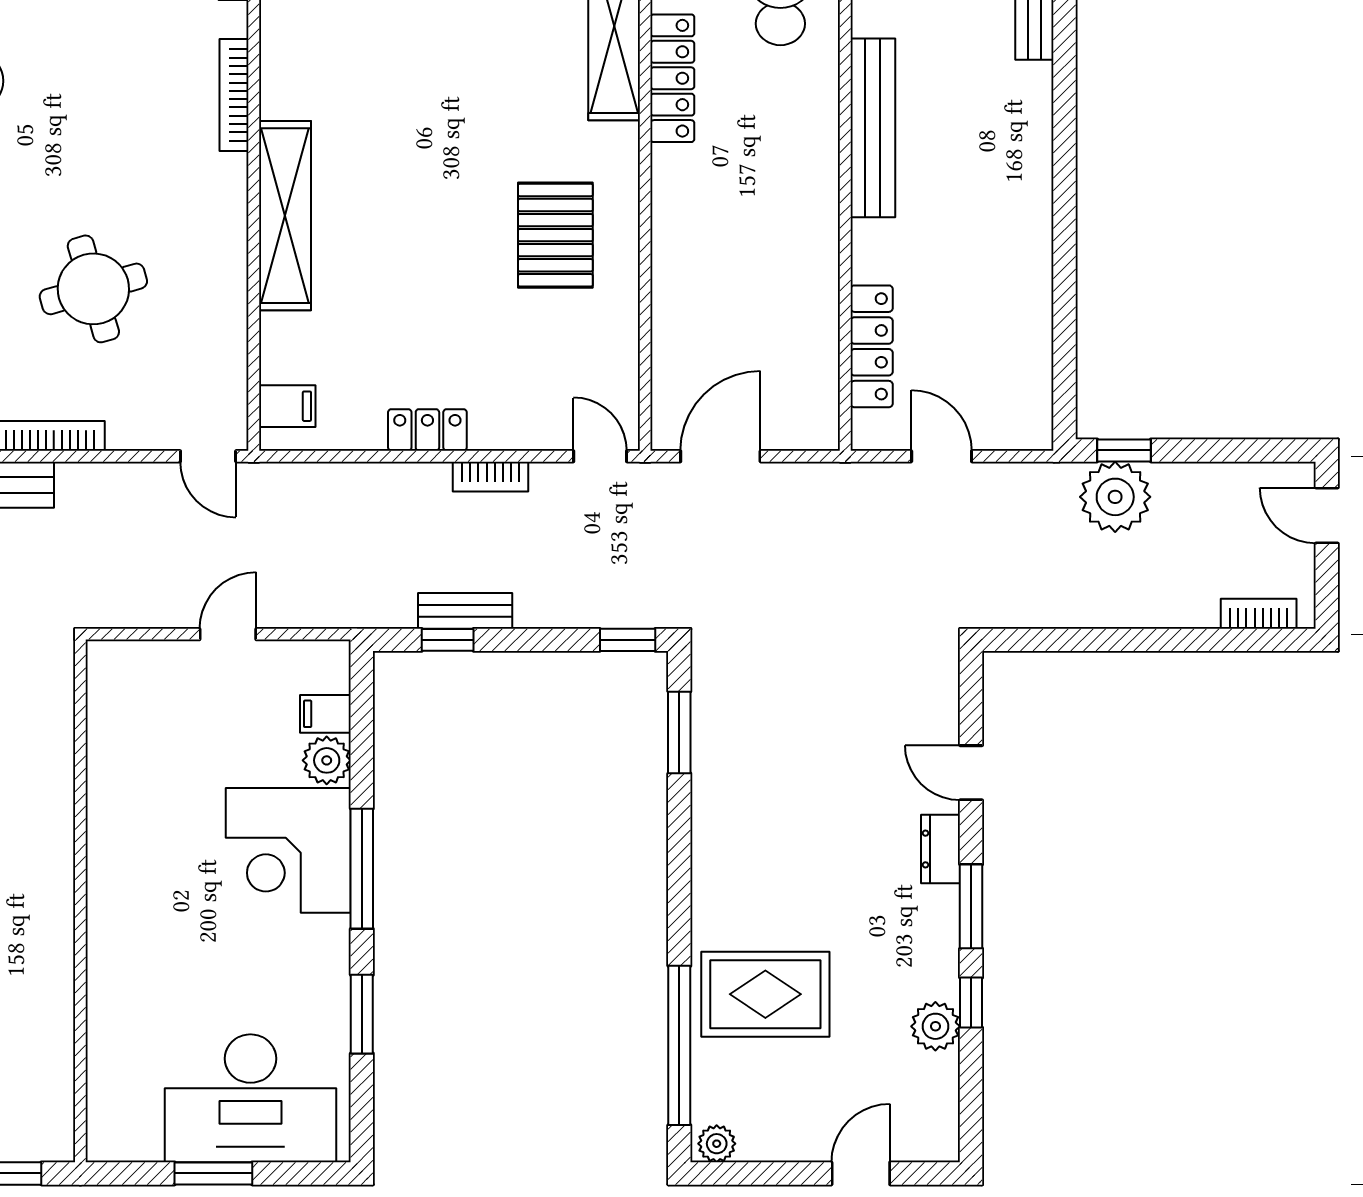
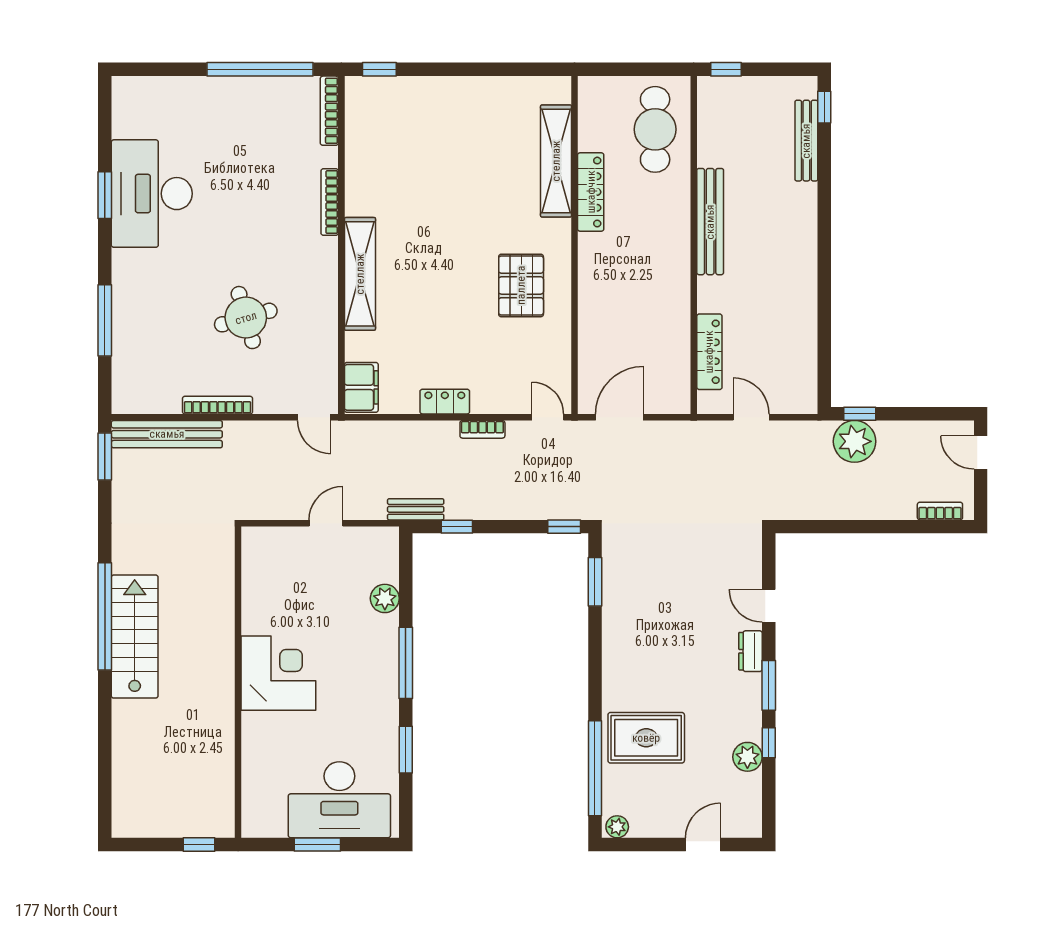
filing cabinet: (287, 406) -> (361, 387), width x2.00
bench: (465, 611) -> (416, 509), moved
filing cabinet: (325, 714) -> (384, 571), removed
corner desk: (288, 850) -> (278, 673), moved, turned 180

